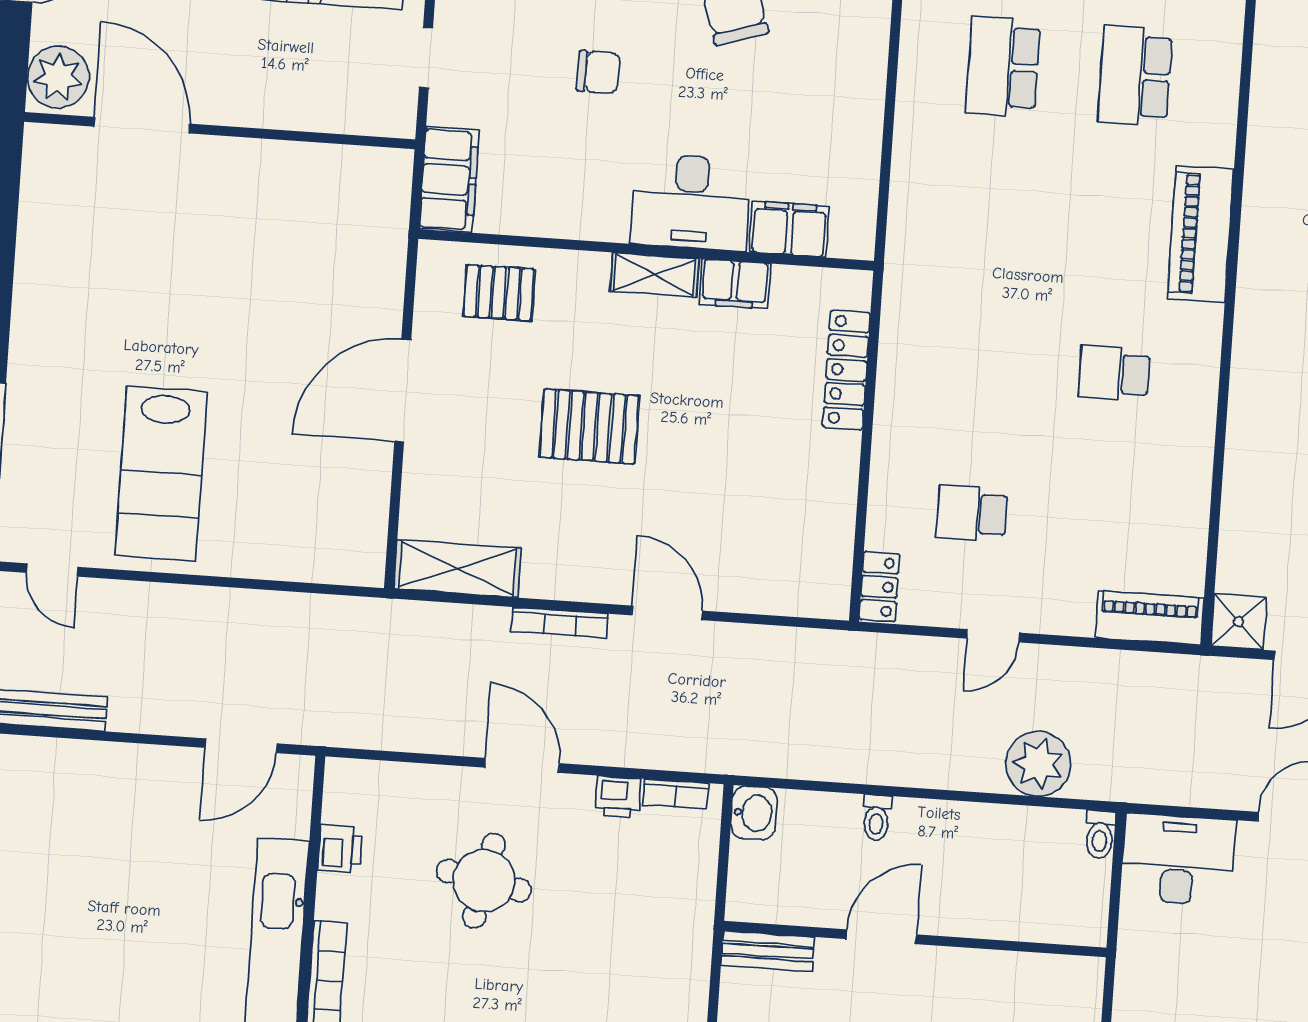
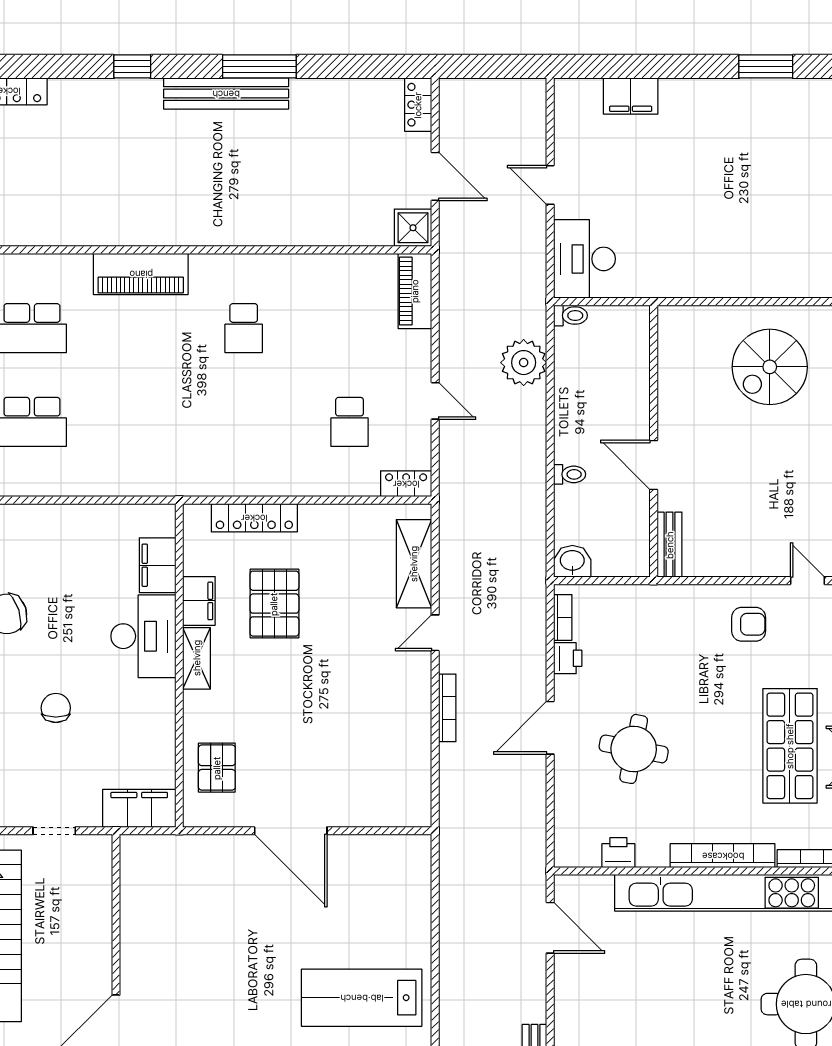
pallet: (589, 427) -> (274, 604), moved
lab bench: (161, 474) -> (362, 998), turned 180
shelving: (458, 568) -> (414, 564), moved
door: (667, 613) -> (435, 633), width x0.73

